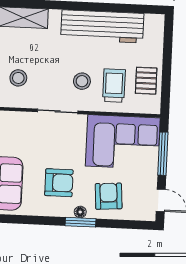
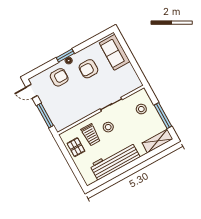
corner sofa: (123, 142) -> (69, 109), removed
armchair: (109, 196) -> (59, 77), turned -86

